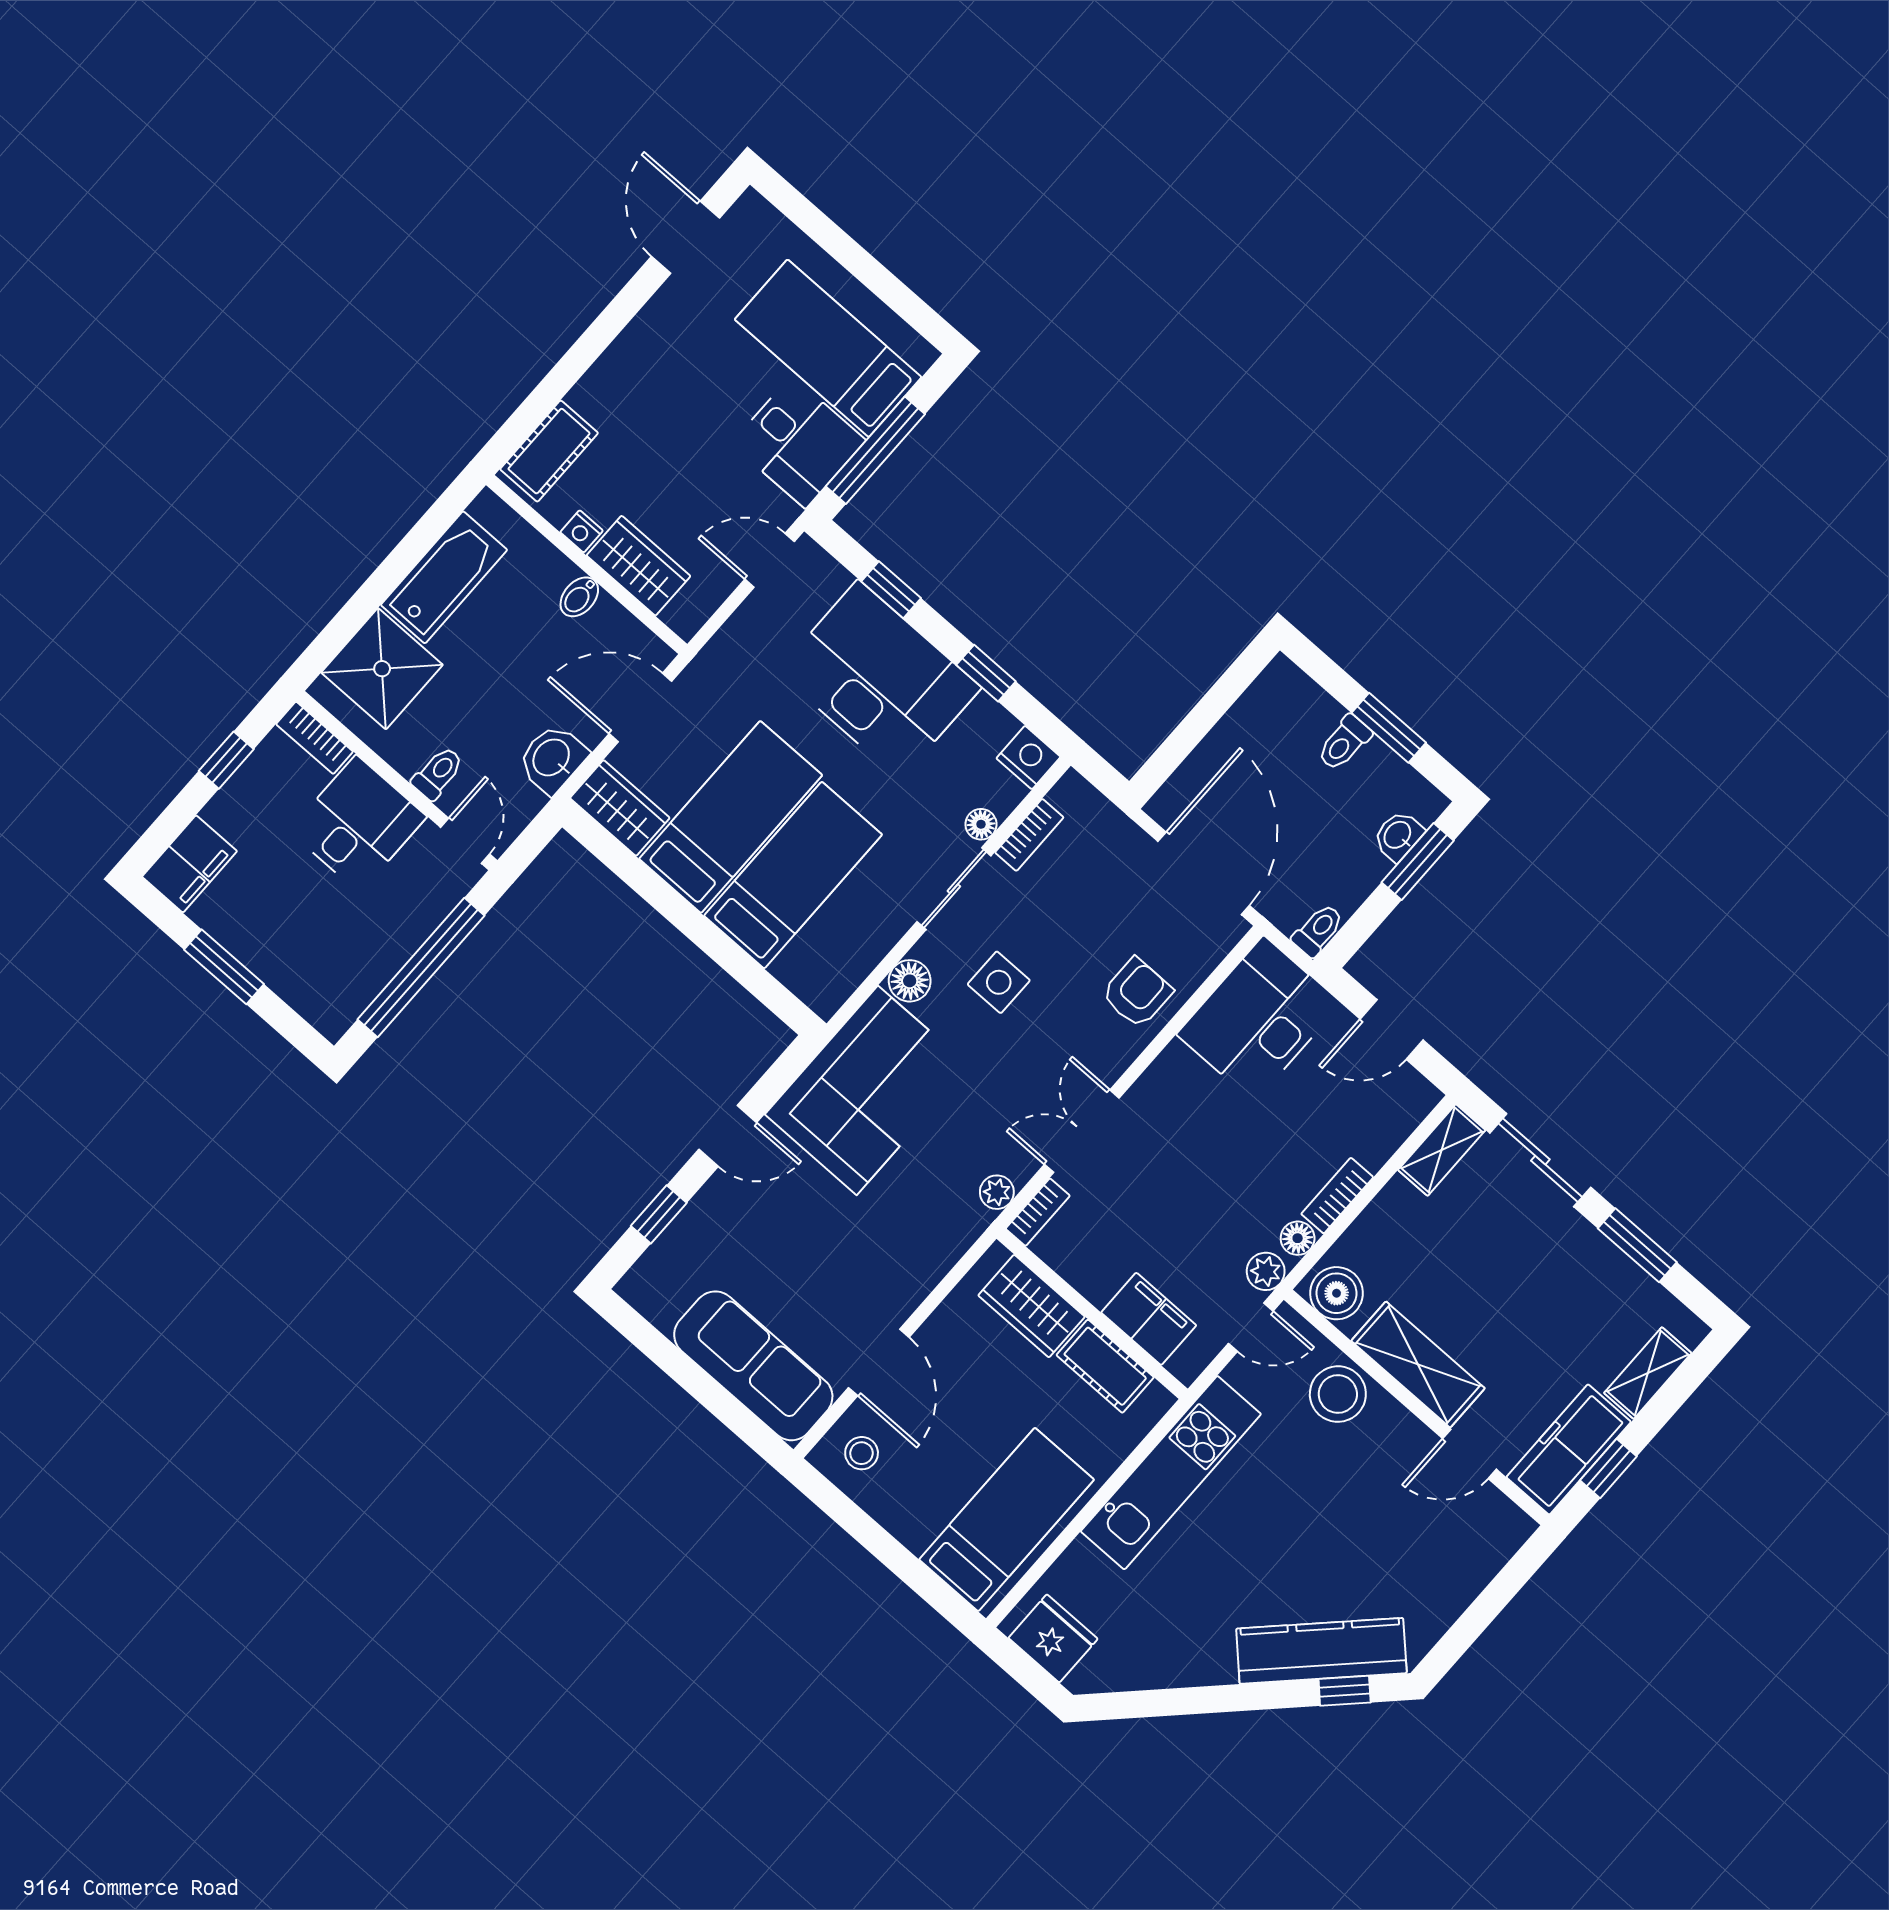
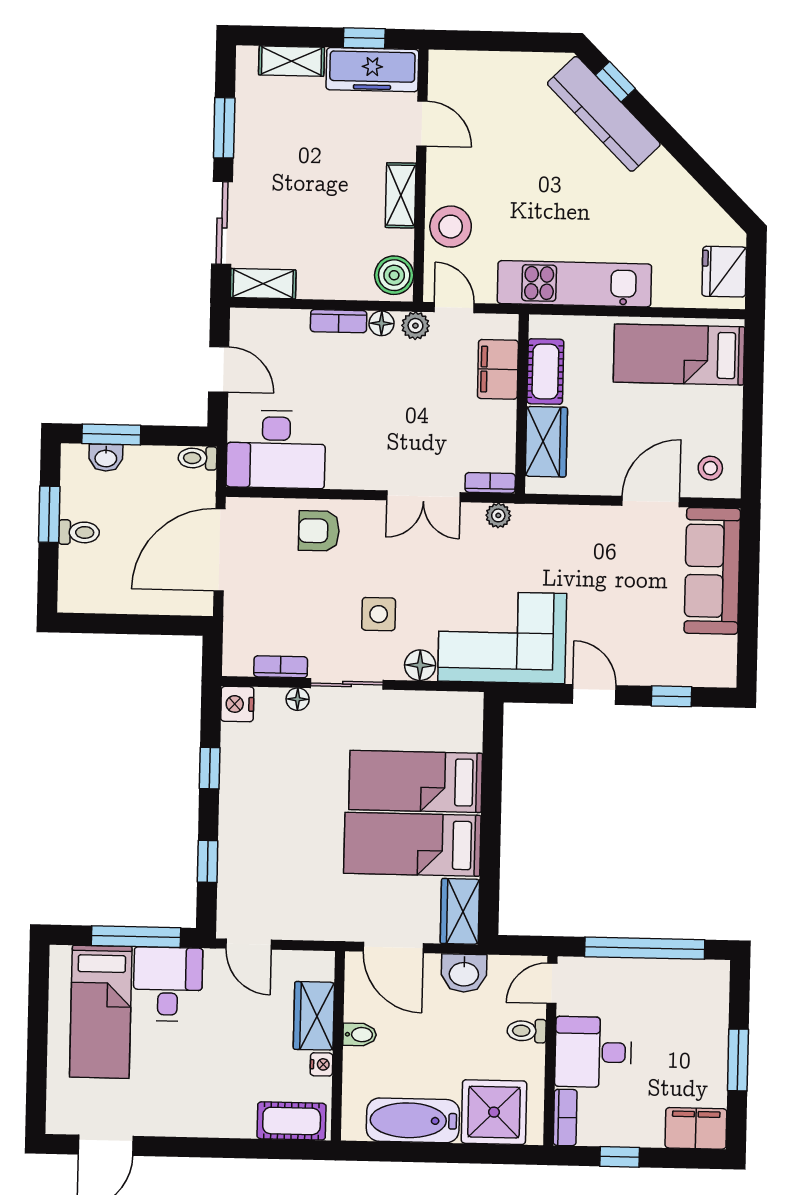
desk: (879, 680) -> (264, 826), removed
shelving: (1418, 1365) -> (401, 195), width x0.67, depth x0.75

